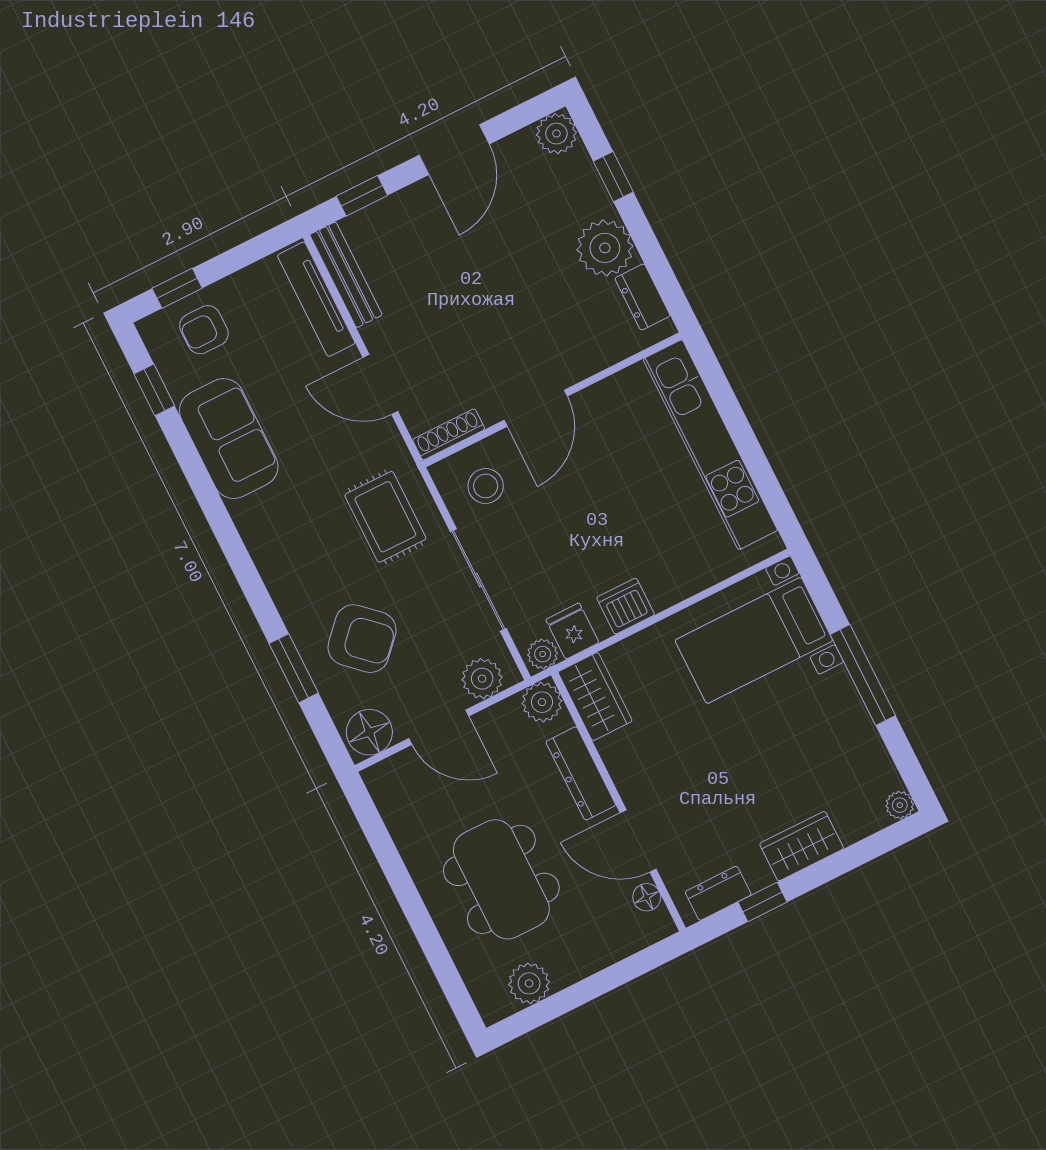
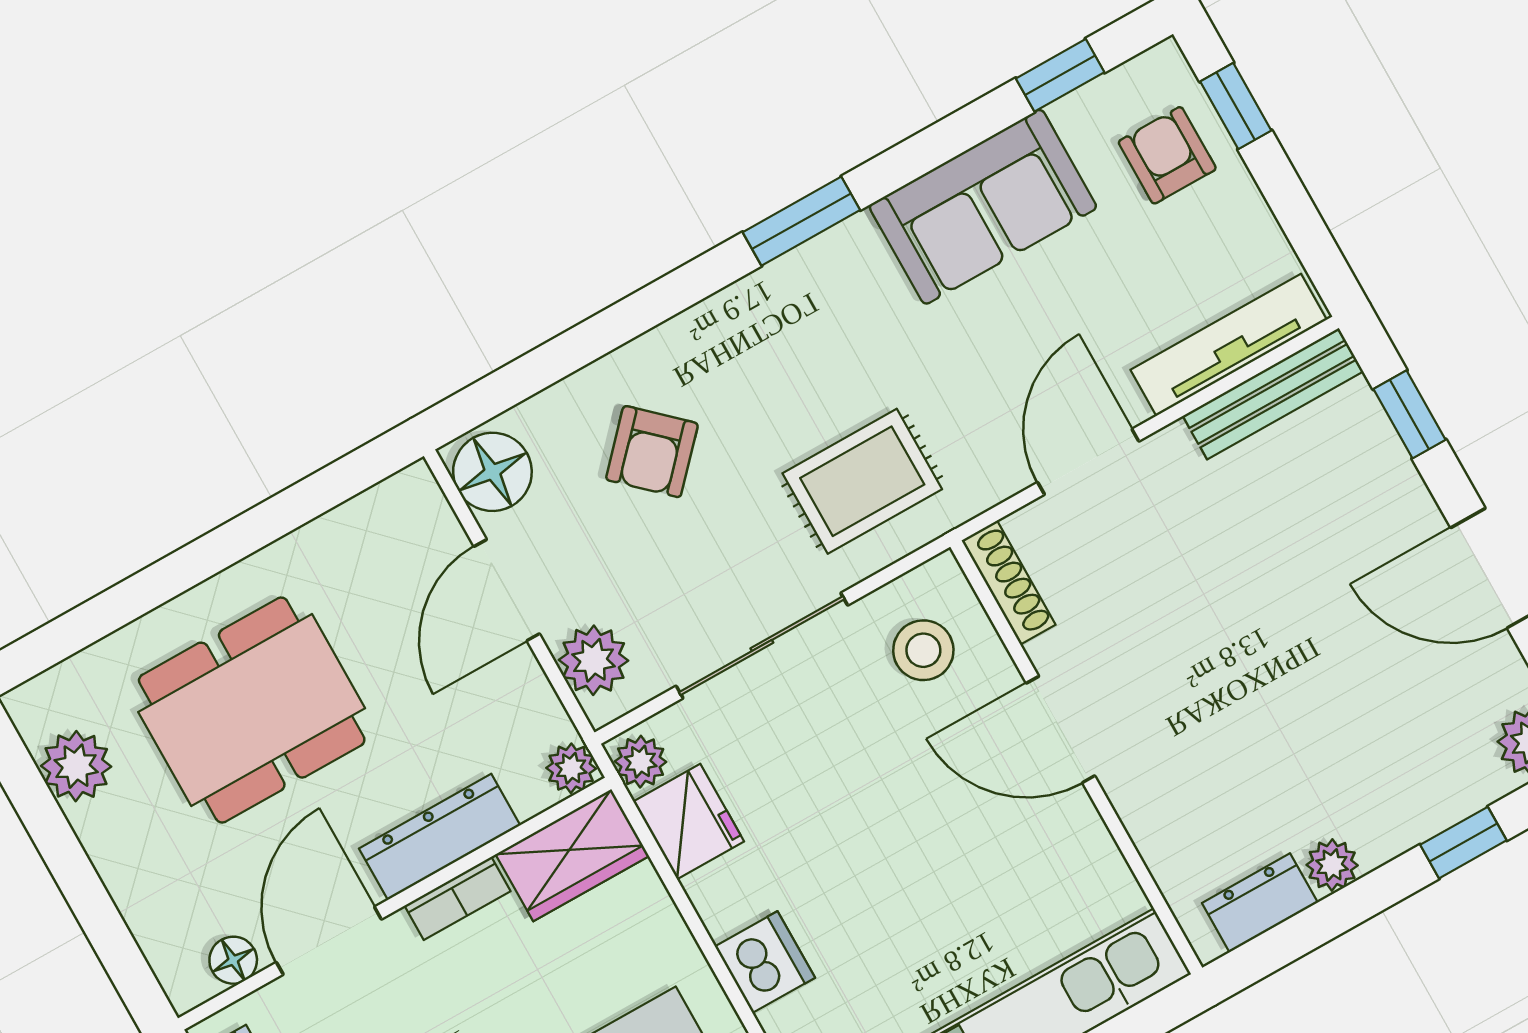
plant: (605, 248) -> (1332, 865), width x0.53, depth x0.53
dishwasher: (626, 606) -> (765, 962), moved
fridge: (572, 631) -> (689, 822), width x1.38
armchair: (362, 639) -> (652, 452), width x0.72, depth x0.72
window: (294, 668) -> (801, 221), moved
plant: (542, 702) -> (571, 768), width x0.73, depth x0.73
bookcase: (617, 765) -> (457, 898), added

